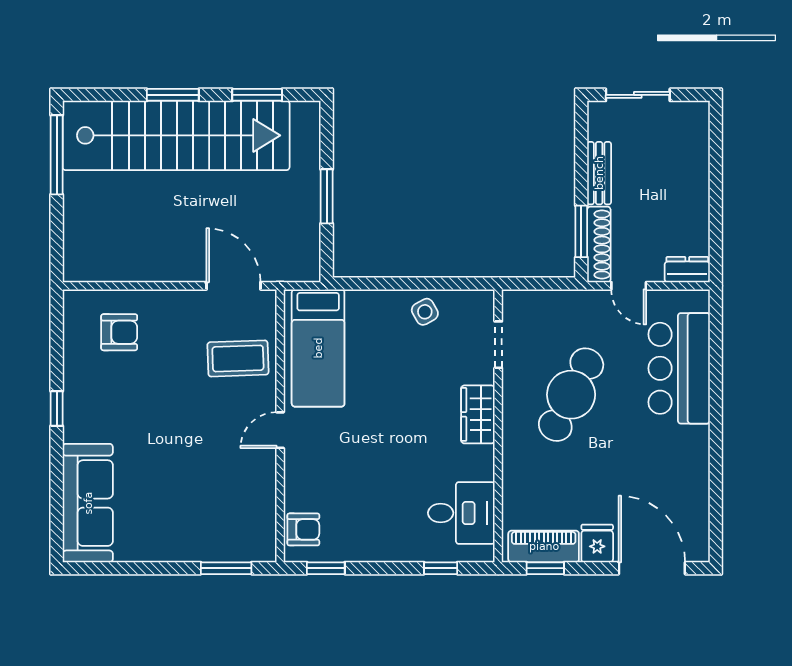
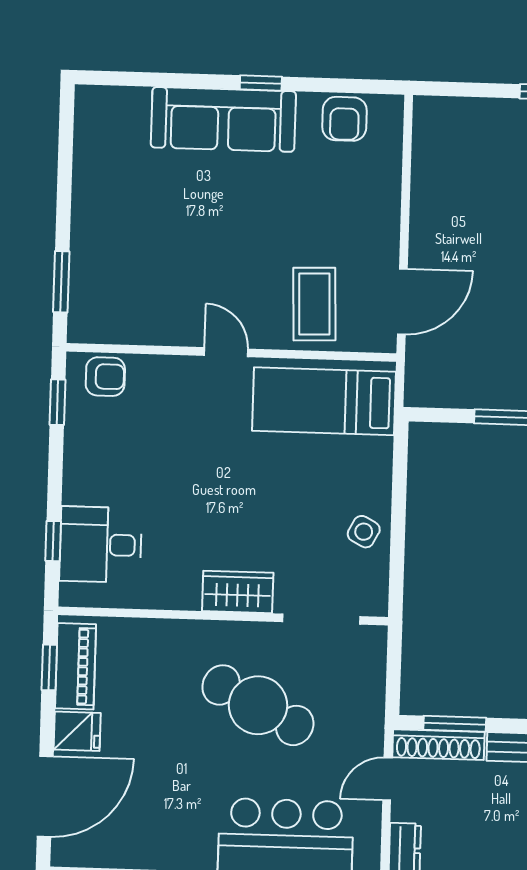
side table: (425, 312) -> (364, 532), turned -33
armchair: (119, 332) -> (344, 119), moved
doorway: (498, 345) -> (321, 619), width x1.38
sofa: (88, 503) -> (223, 119), moved
desk: (461, 513) -> (101, 545), moved, turned 90
armchair: (303, 529) -> (105, 377), turned -90

